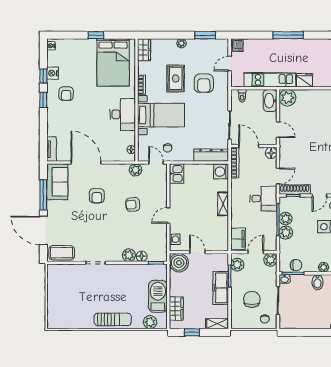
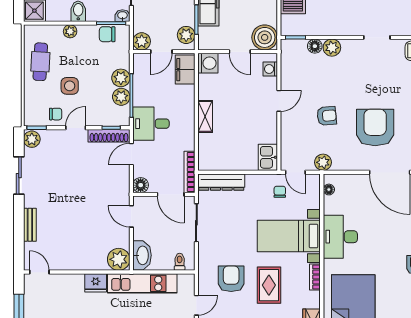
washing machine: (221, 172) -> (208, 63), moved
armchair: (97, 196) -> (375, 127), width x1.88, depth x1.88

